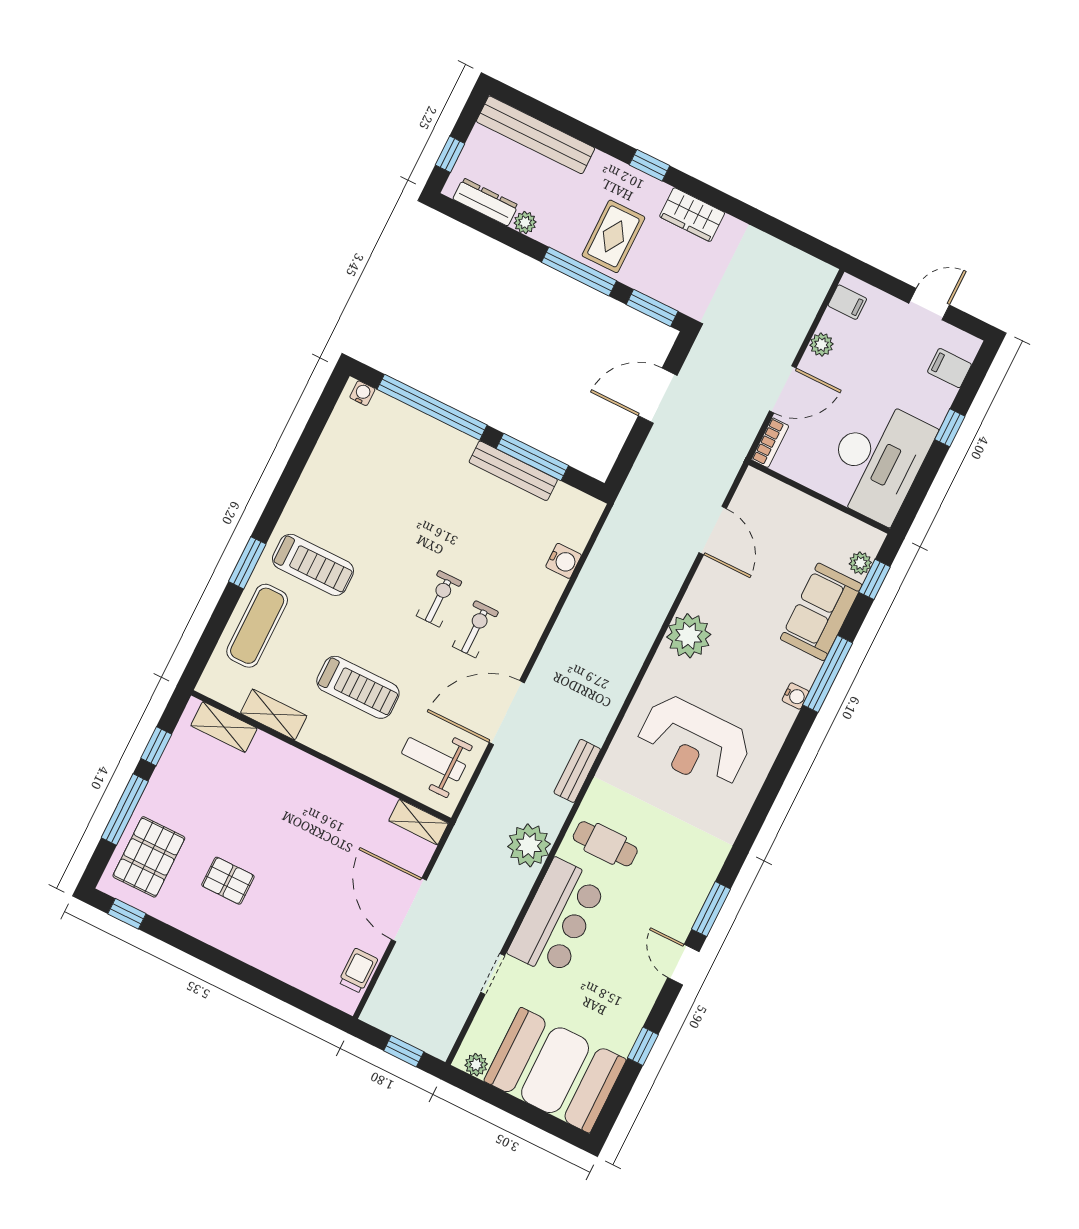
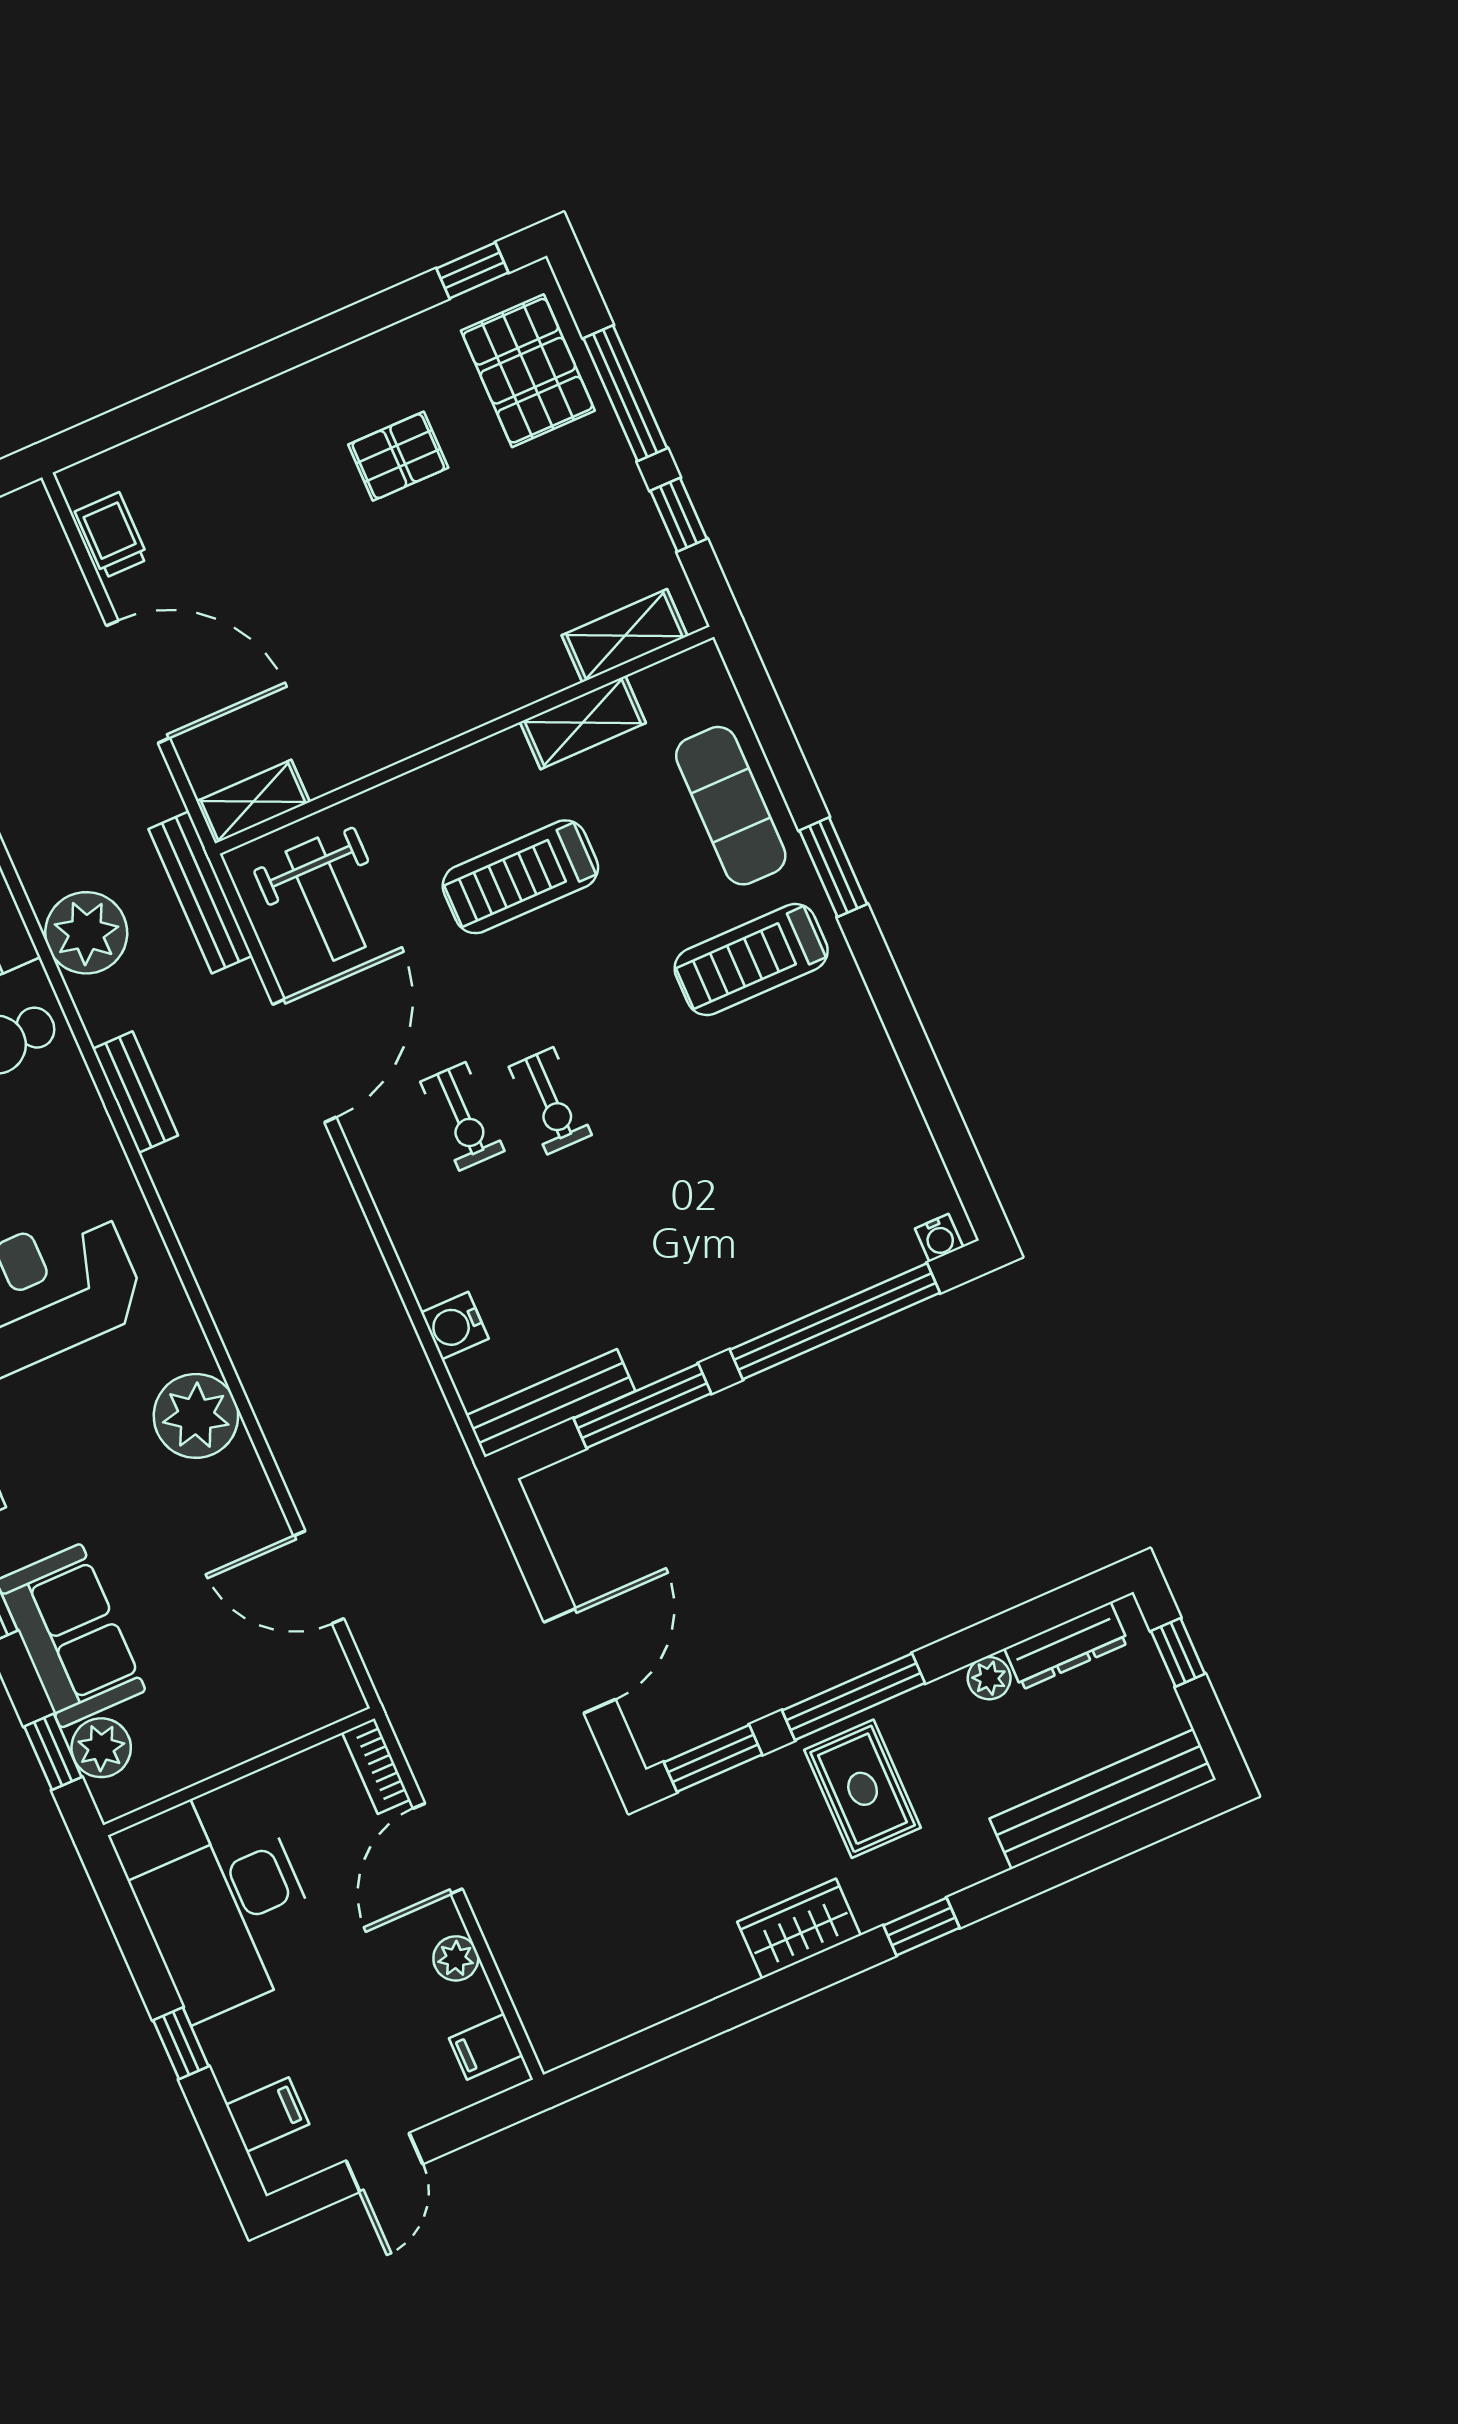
bench: (513, 471) -> (551, 1403), moved
plant: (860, 563) -> (101, 1748), width x1.38, depth x1.38
weight bench: (434, 759) -> (326, 899), turned 90
bench: (474, 813) -> (200, 892), added
trolley: (358, 971) -> (112, 535), turned 180

